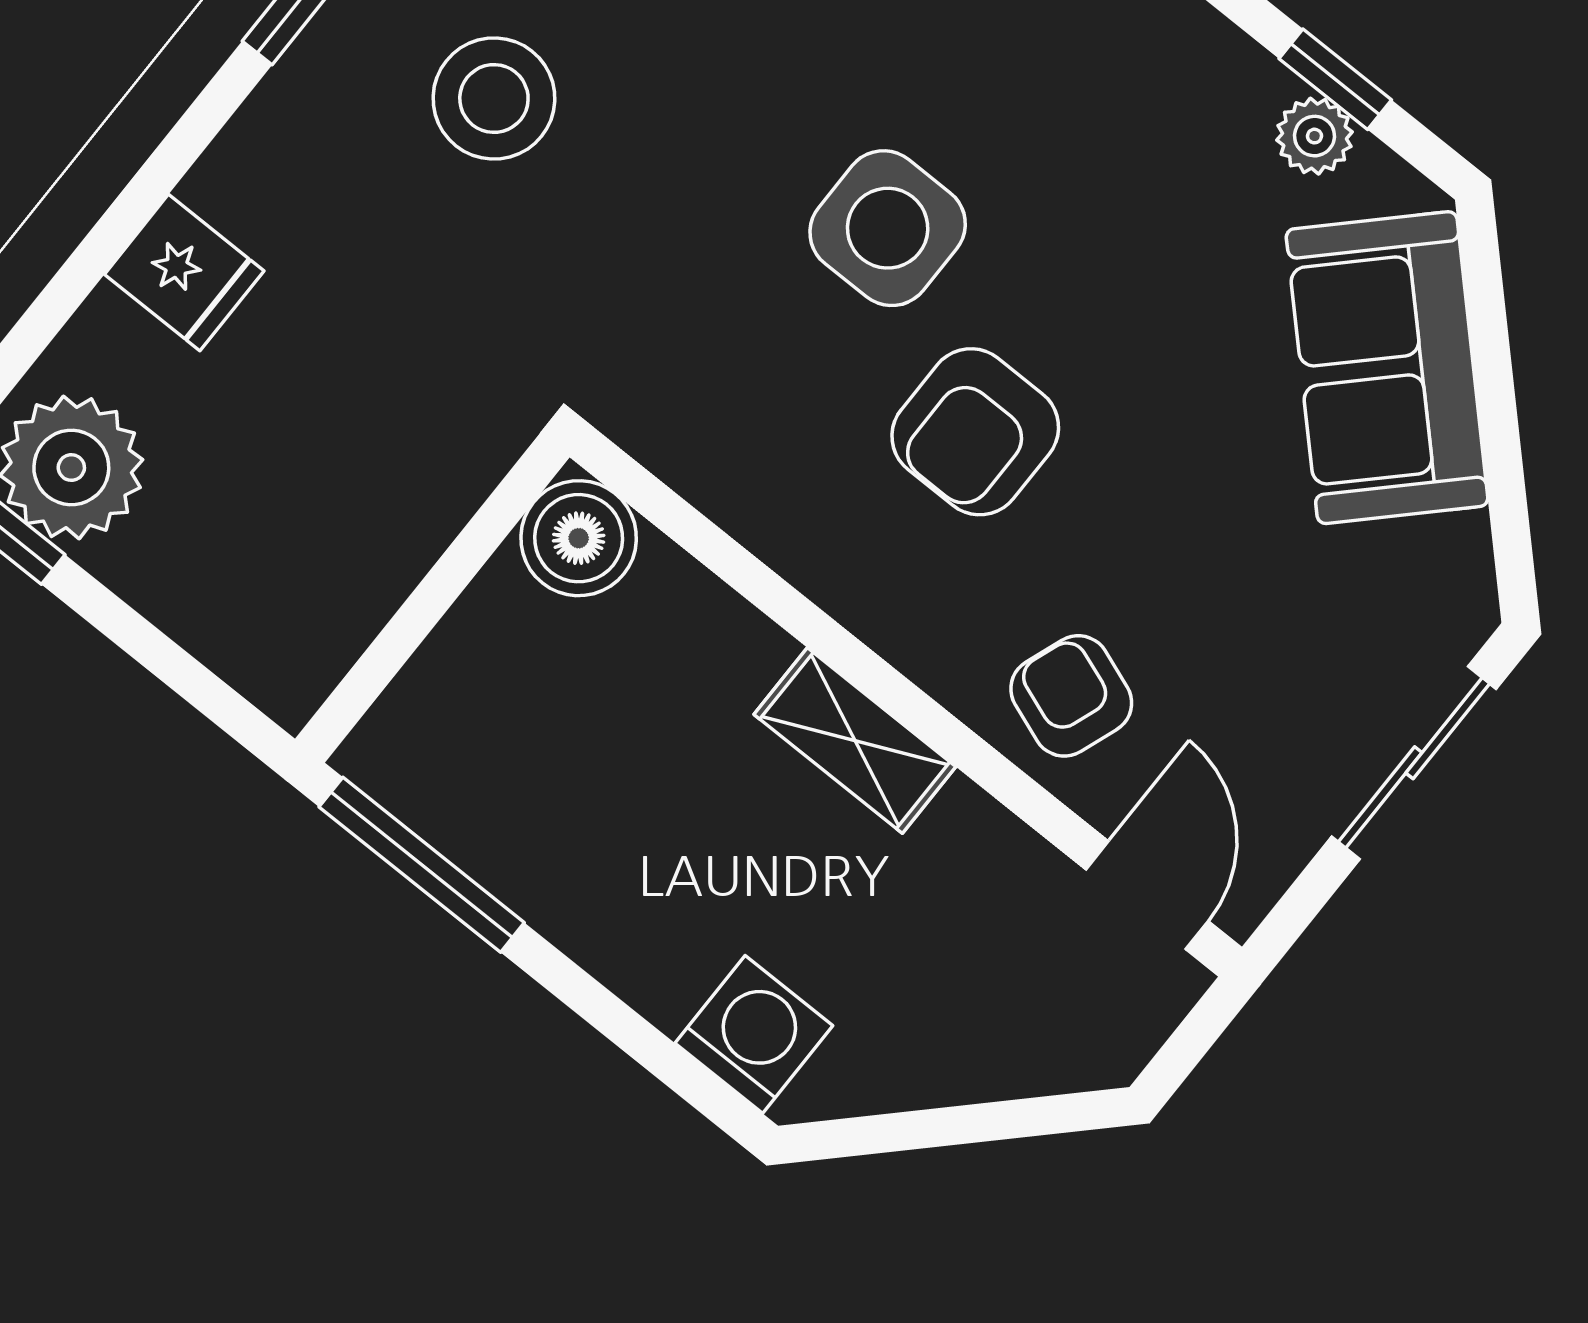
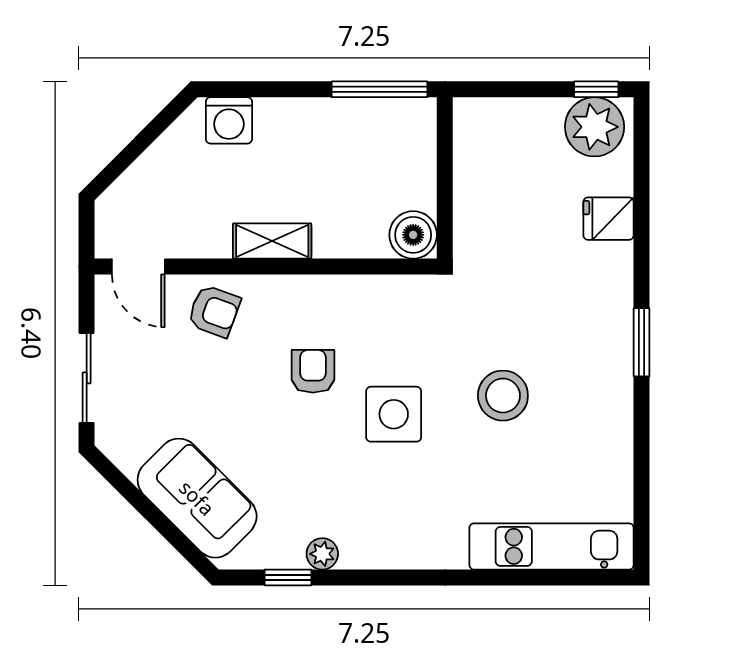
stool: (494, 99) -> (503, 396), moved
plant: (1314, 136) -> (322, 554), moved
armchair: (975, 432) -> (313, 371), width x0.72, depth x0.72

